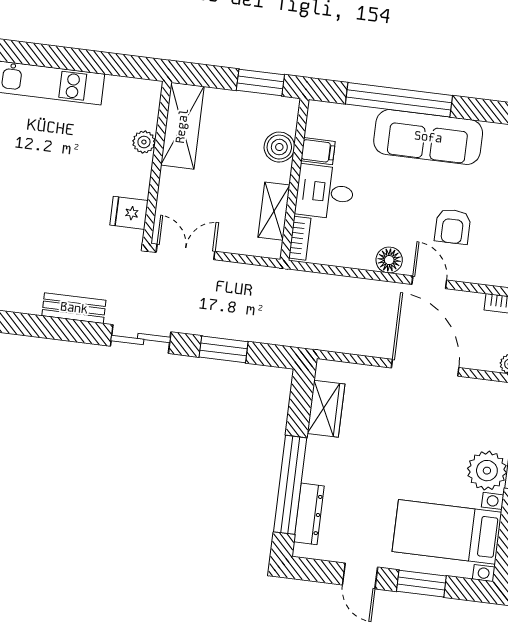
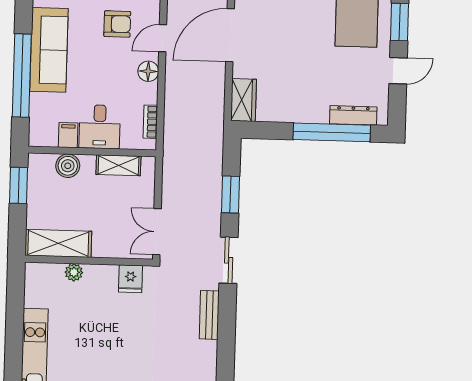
bookcase: (300, 238) -> (150, 122), moved, turned -90
wardrobe: (326, 409) -> (244, 100), moved, turned 90

